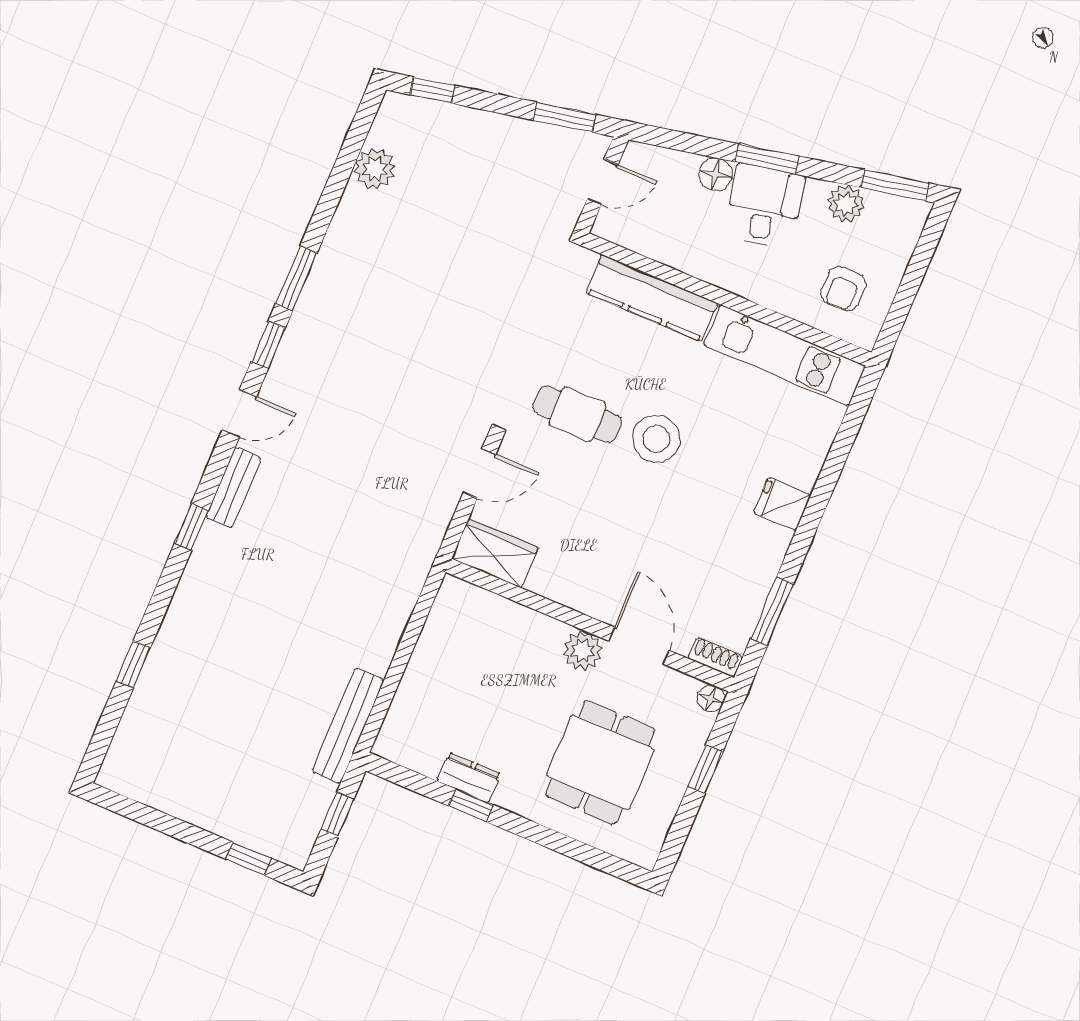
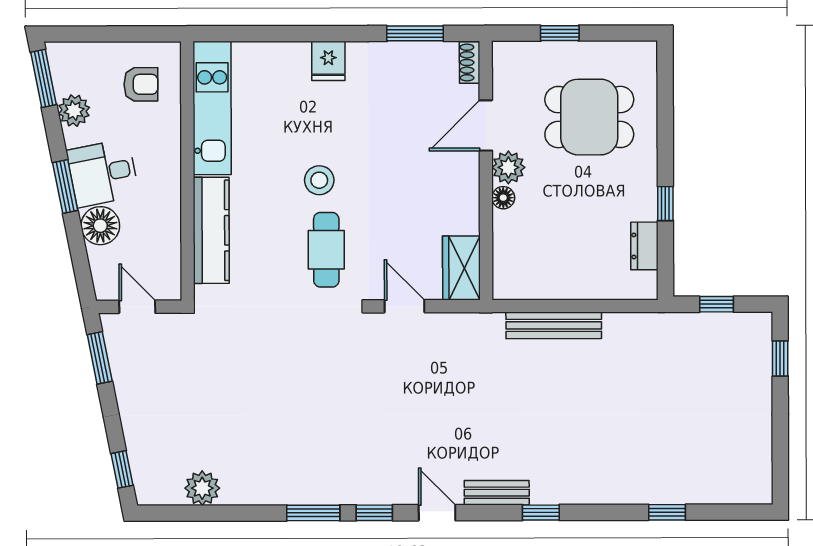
floor lamp: (715, 174) -> (100, 226), width x1.38, depth x1.38
stool: (656, 439) -> (319, 180), width x0.73, depth x0.73
floor lamp: (711, 698) -> (503, 198), moved
bench: (348, 726) -> (554, 325), moved
dresser: (469, 777) -> (644, 246), moved

